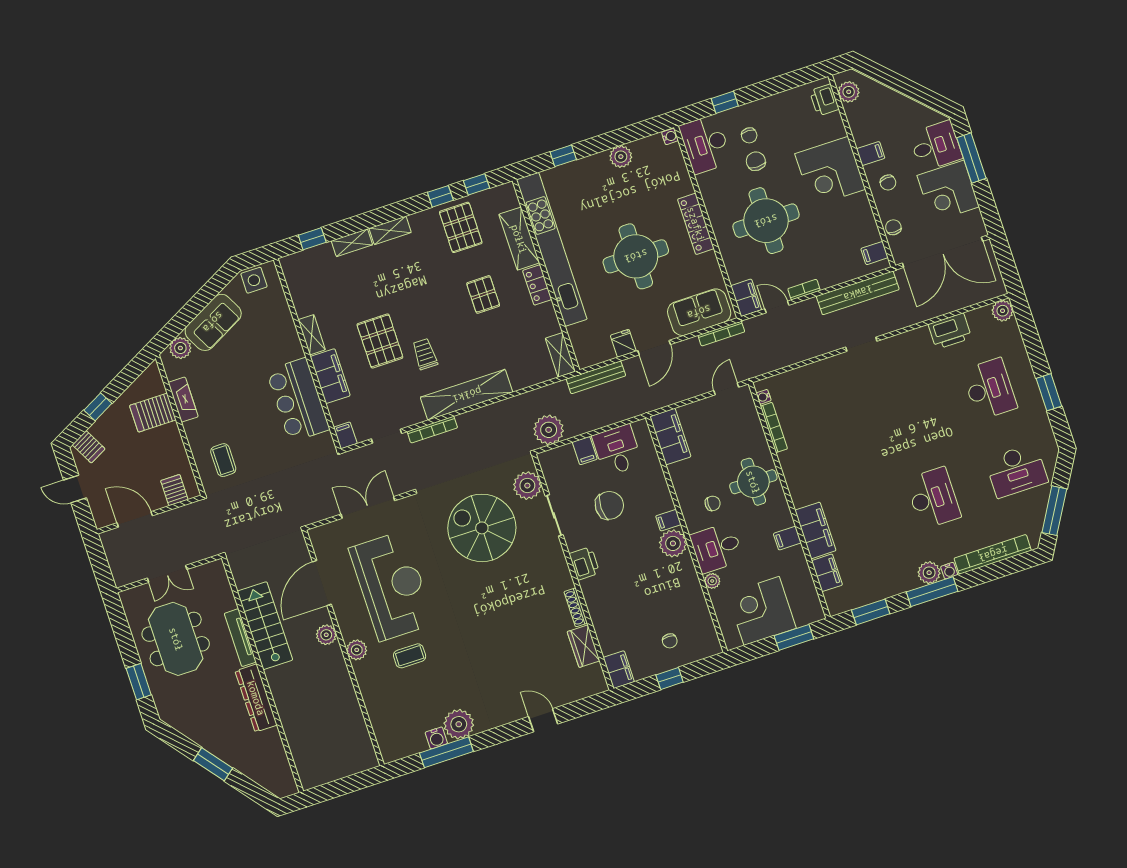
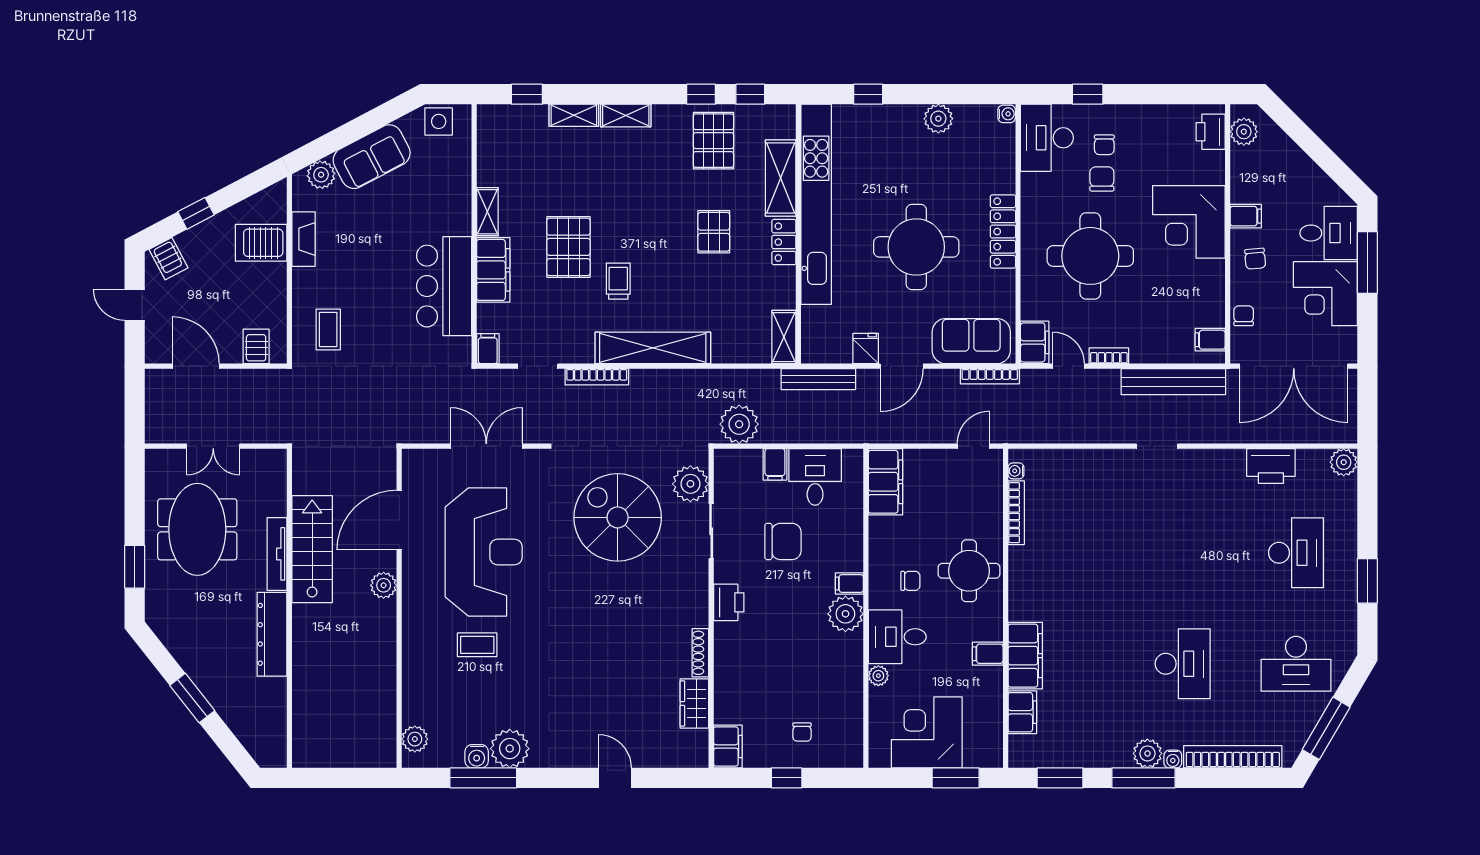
plant: (357, 650) -> (415, 739), moved

